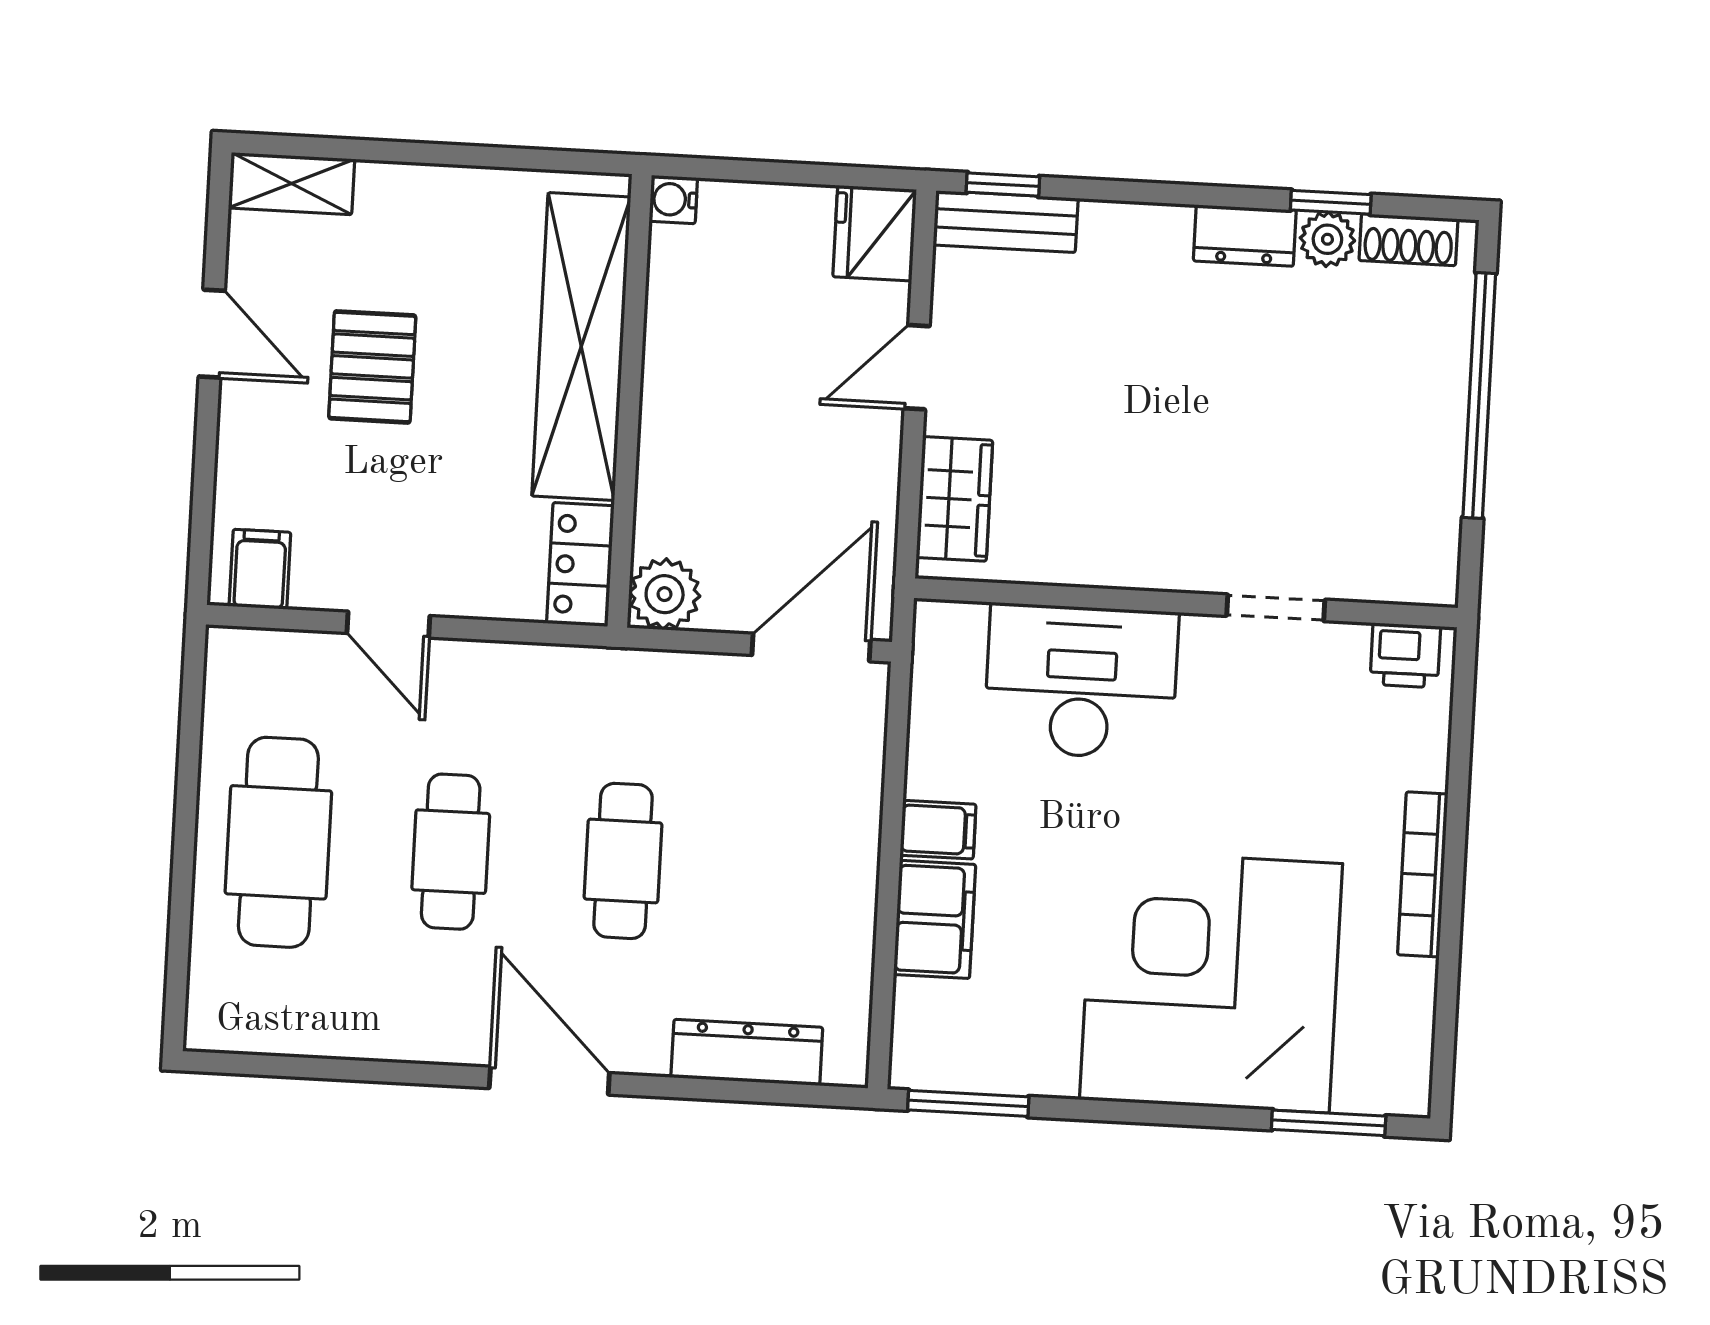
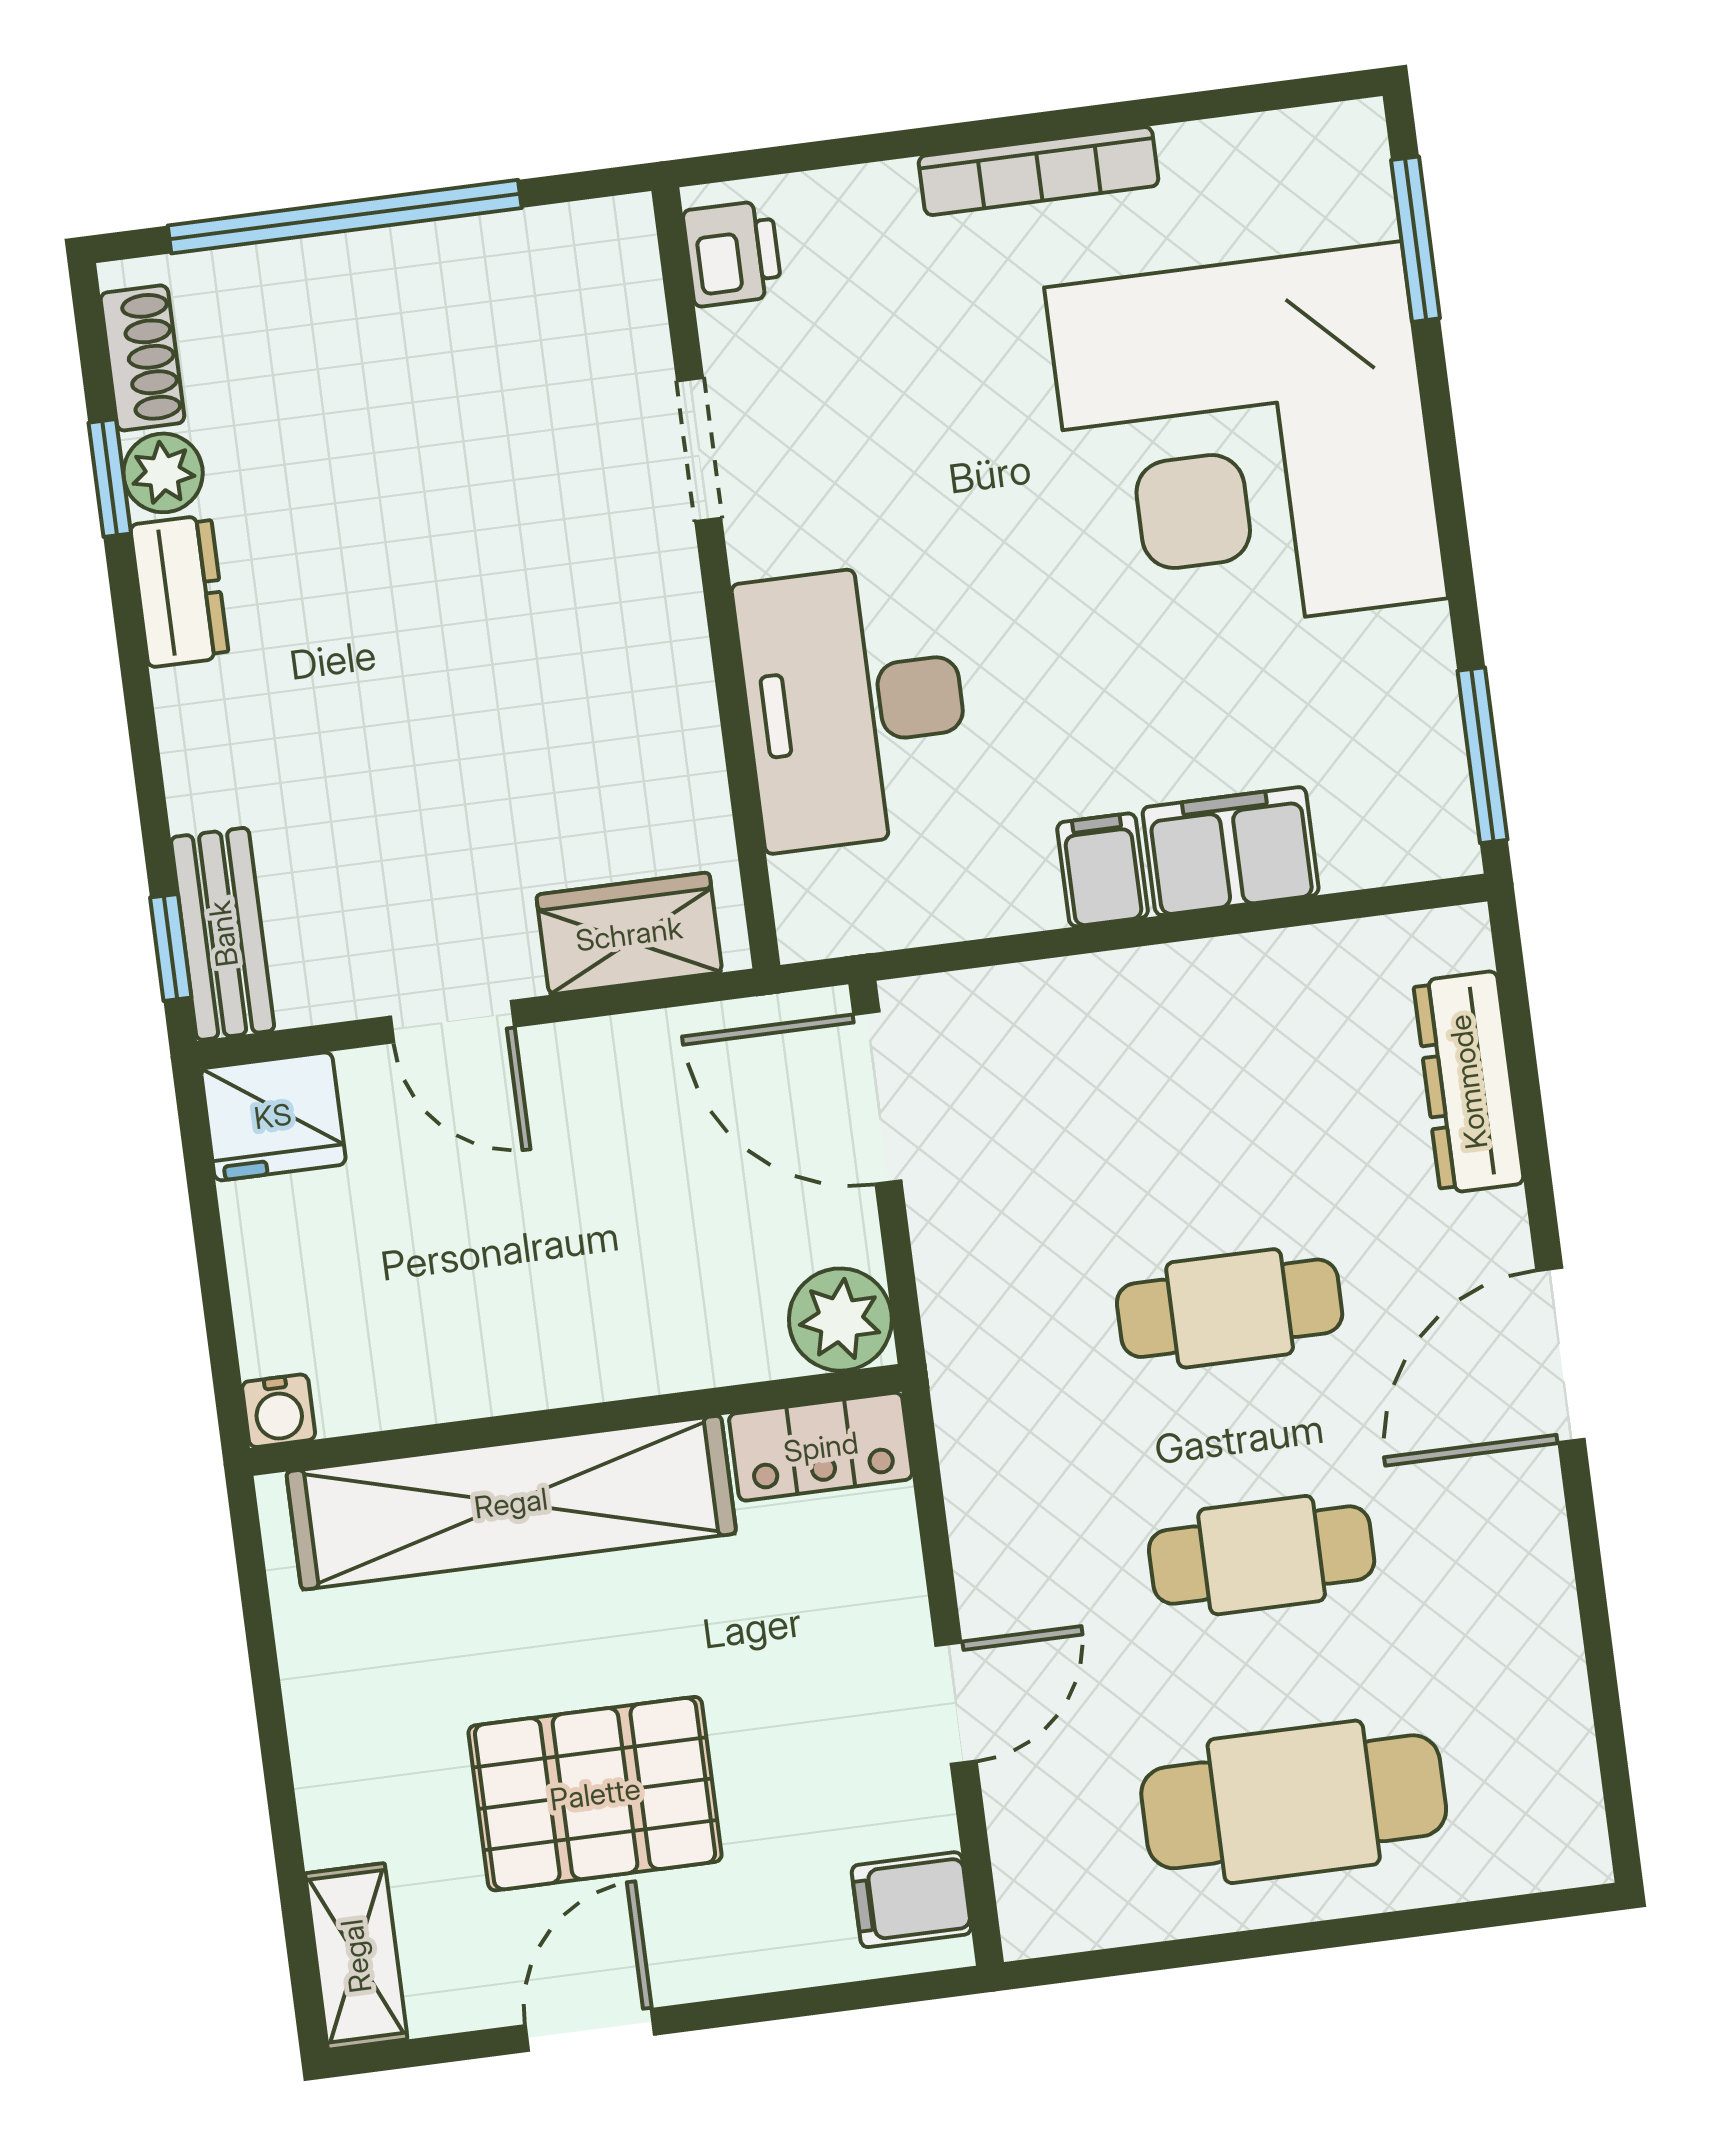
pallet: (372, 367) -> (595, 1794), width x1.50, depth x1.42

